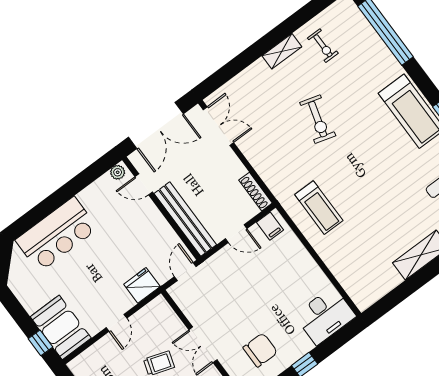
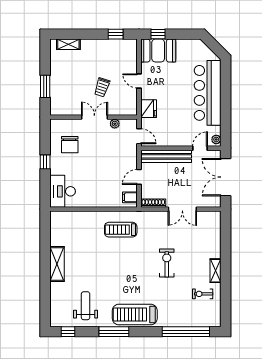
exercise bike: (318, 119) -> (167, 263), turned 74
double door: (218, 126) -> (182, 209), moved
bar counter: (57, 234) -> (208, 93), width x1.36
plant: (192, 314) -> (115, 124), added

